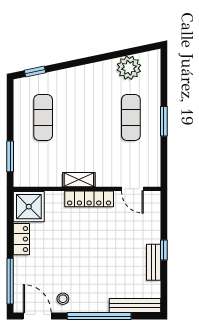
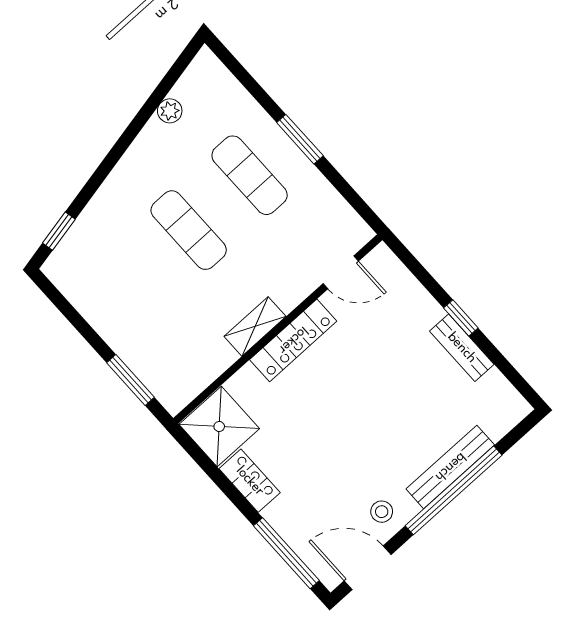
plant: (129, 68) -> (170, 111), width x0.53, depth x0.53
exercise mat: (43, 118) -> (189, 230), moved
bench: (135, 306) -> (450, 467), moved

